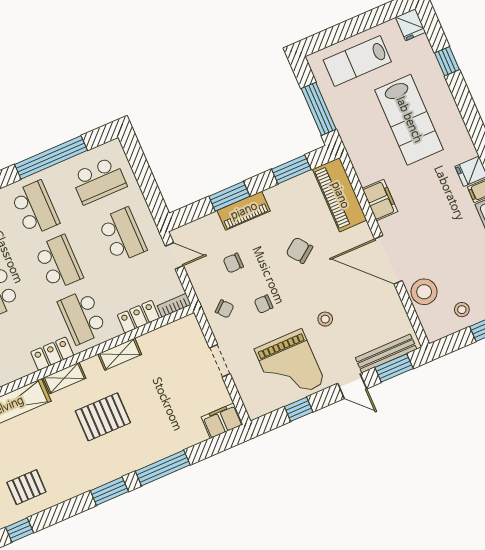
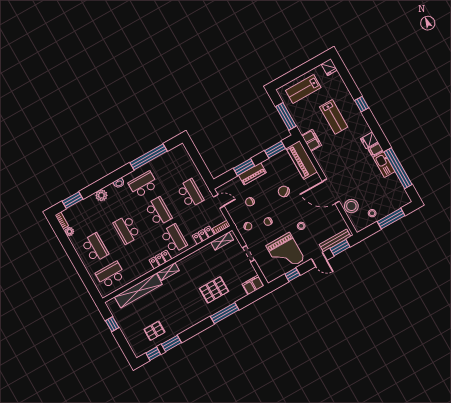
window: (447, 61) -> (362, 104), moved
lab bench: (409, 120) -> (334, 117), width x0.73, depth x0.72
school desk: (99, 180) -> (175, 166), removed
filing cabinet: (380, 200) -> (312, 140), moved
school desk: (35, 208) -> (143, 184), turned -90
school desk: (82, 317) -> (174, 239), turned 180
shelving: (120, 354) -> (222, 241), moved
pallet: (103, 417) -> (214, 290), moved
window: (109, 491) -> (171, 343), moved

